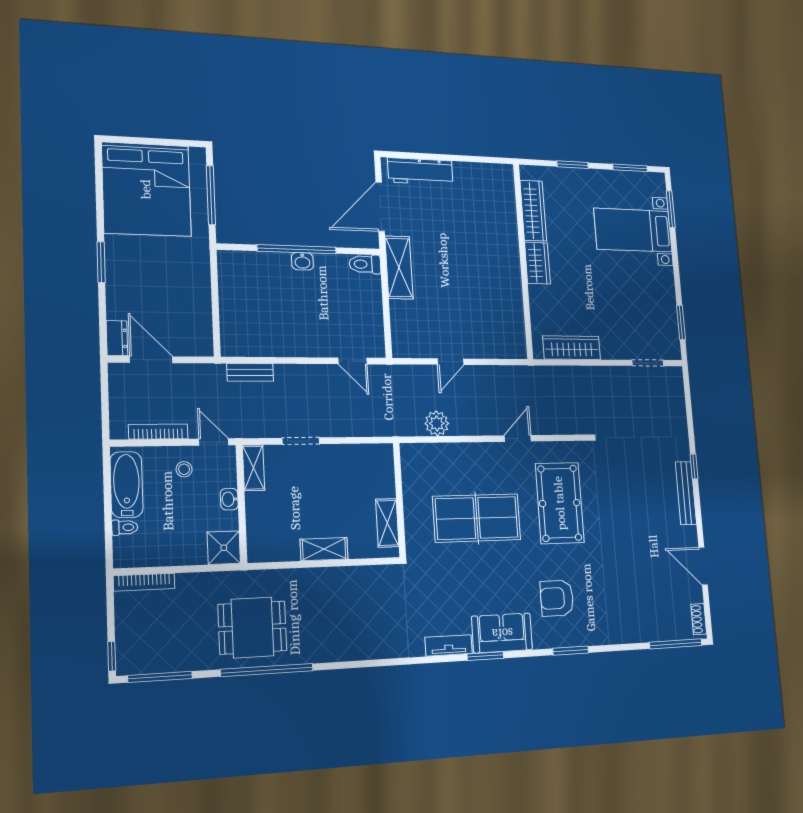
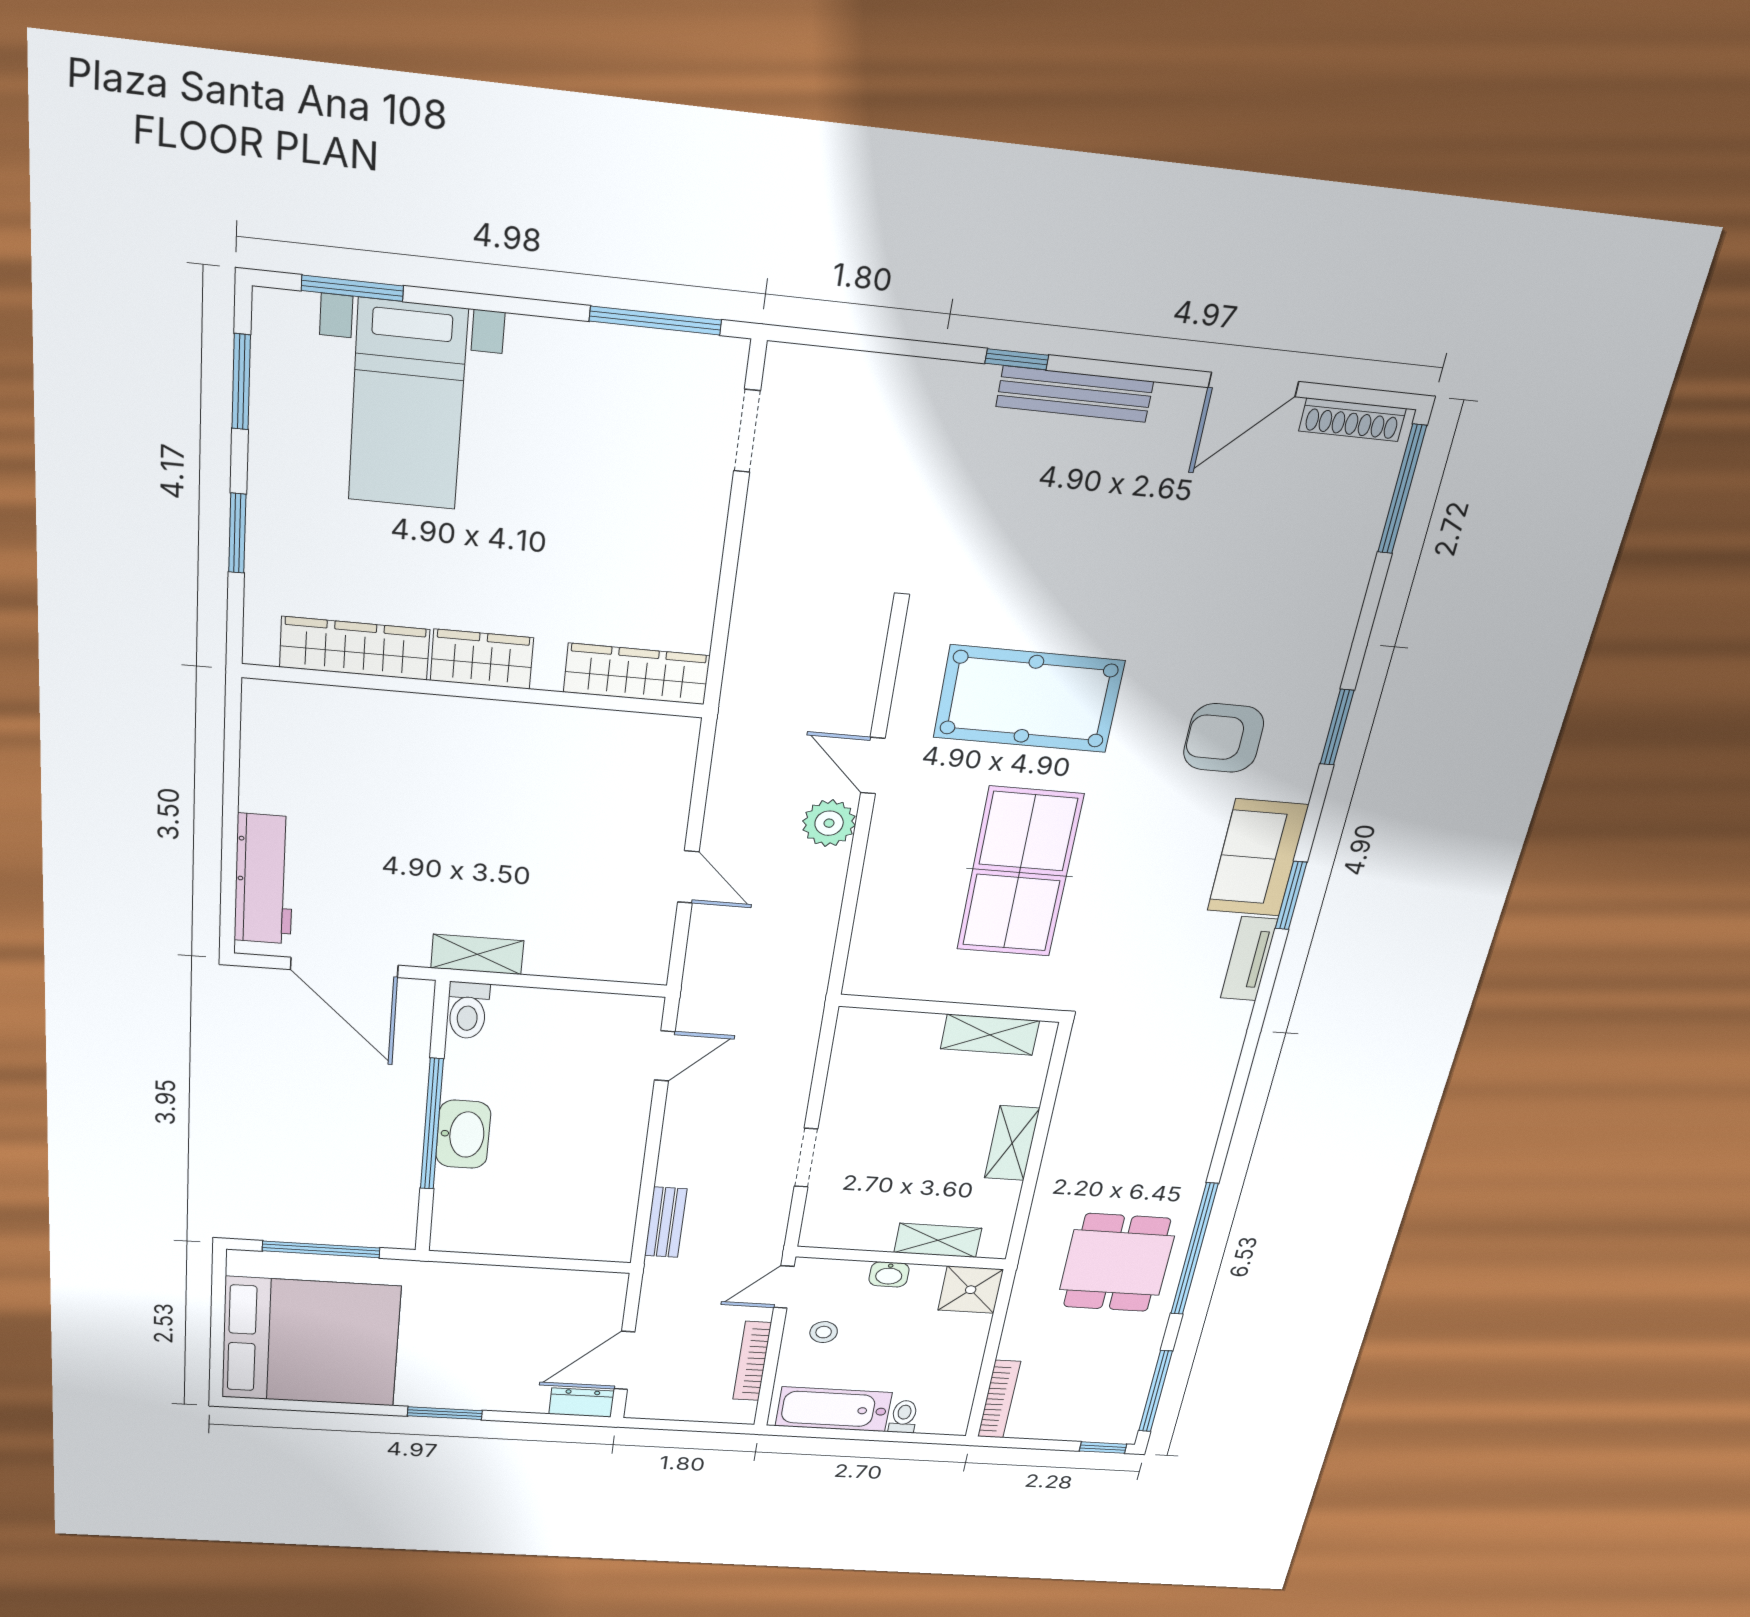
washbasin: (302, 261) -> (463, 1134), width x1.91, depth x1.45
shelving: (399, 267) -> (477, 954), width x0.67, depth x0.75
window: (681, 323) -> (655, 321), width x1.44
wardrobe: (572, 348) -> (637, 674), moved, turned 90
plant: (437, 423) -> (829, 823), moved
shelving: (253, 468) -> (938, 1240), moved
armchair: (557, 598) -> (1224, 738), turned 90
shoe rack: (699, 619) -> (1353, 420), width x1.43

